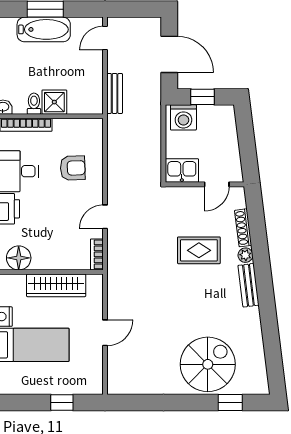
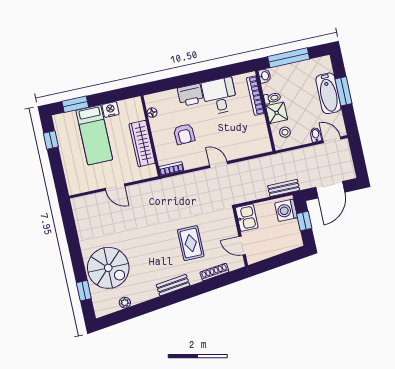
bidet: (94, 58) -> (316, 135), added
bench: (115, 93) -> (284, 188), moved
stool: (82, 97) -> (285, 132), added
armchair: (73, 168) -> (184, 134), moved
door: (105, 217) -> (219, 165), moved
plant: (245, 255) -> (125, 303), moved
floor lamp: (19, 258) -> (152, 113), width x0.53, depth x0.53
window: (62, 402) -> (51, 140), moved

